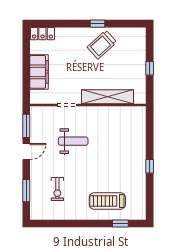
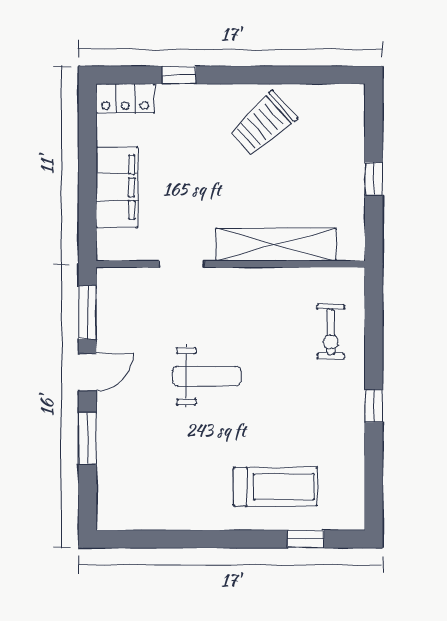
window: (98, 24) -> (179, 75), moved
weight bench: (73, 141) -> (207, 376), moved
exercise bike: (57, 189) -> (331, 332), moved
window: (26, 191) -> (87, 438), moved
treadmill: (107, 201) -> (275, 487), turned 180

